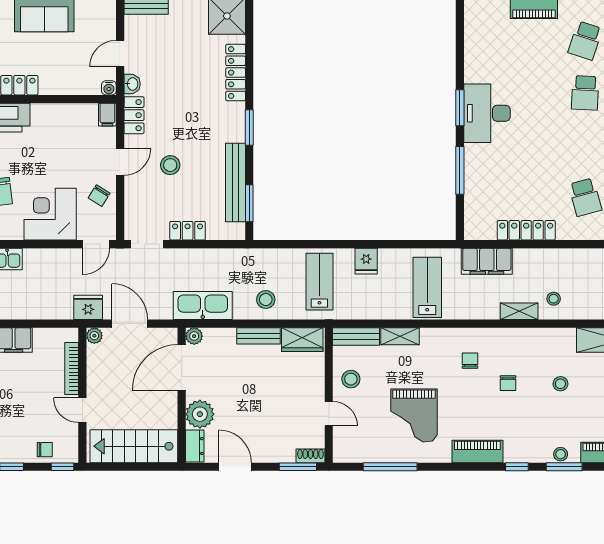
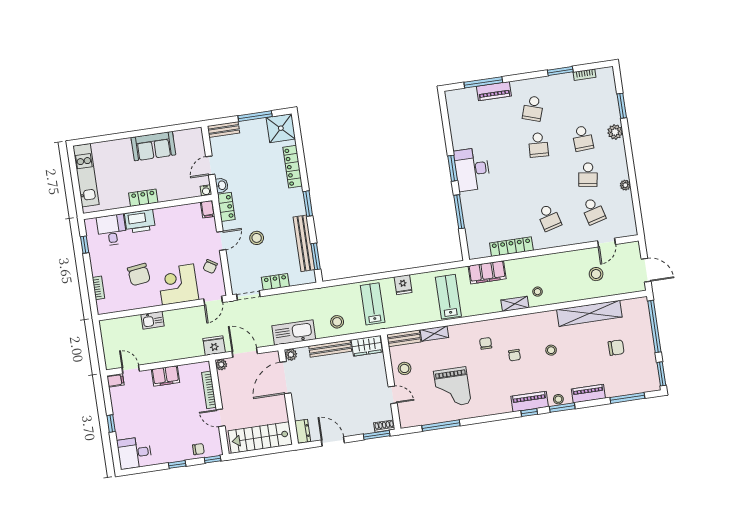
bench: (258, 336) -> (330, 349), width x1.36
plant: (200, 414) -> (303, 408), removed
piano: (477, 451) -> (530, 402), moved

